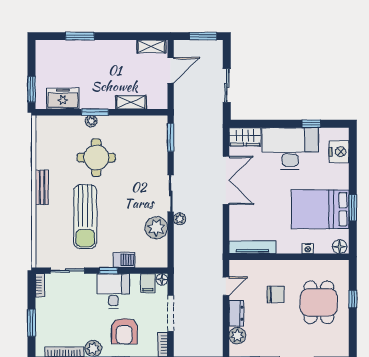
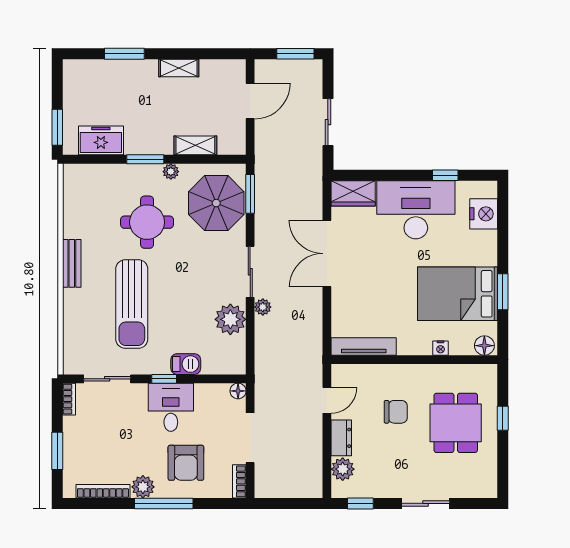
shelving: (151, 46) -> (179, 68), moved
plant: (91, 121) -> (171, 172), moved
parasol: (146, 144) -> (216, 203), added
double door: (226, 180) -> (327, 254), swing flipped
filing cabinet: (148, 283) -> (219, 396), removed

